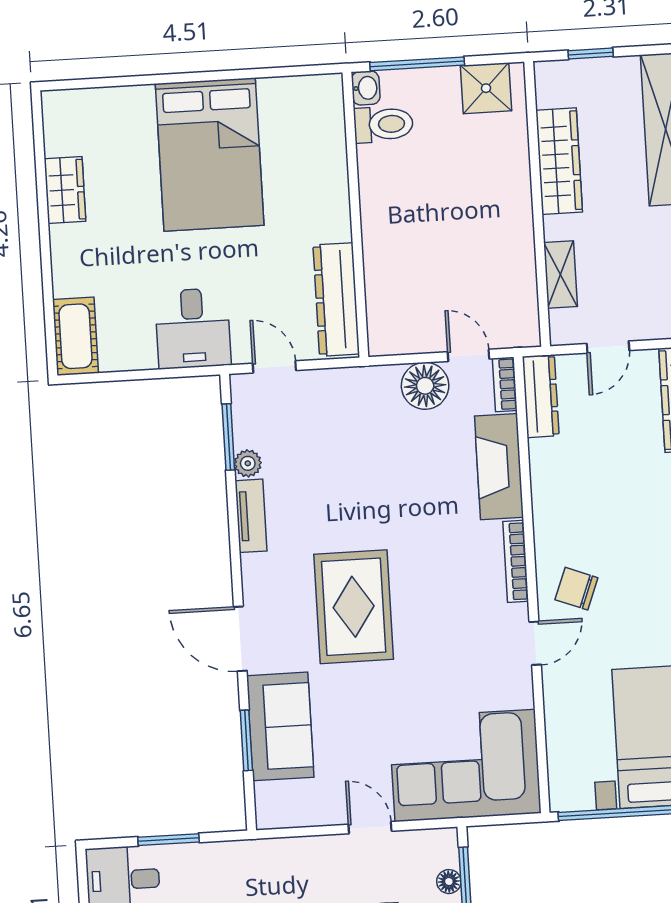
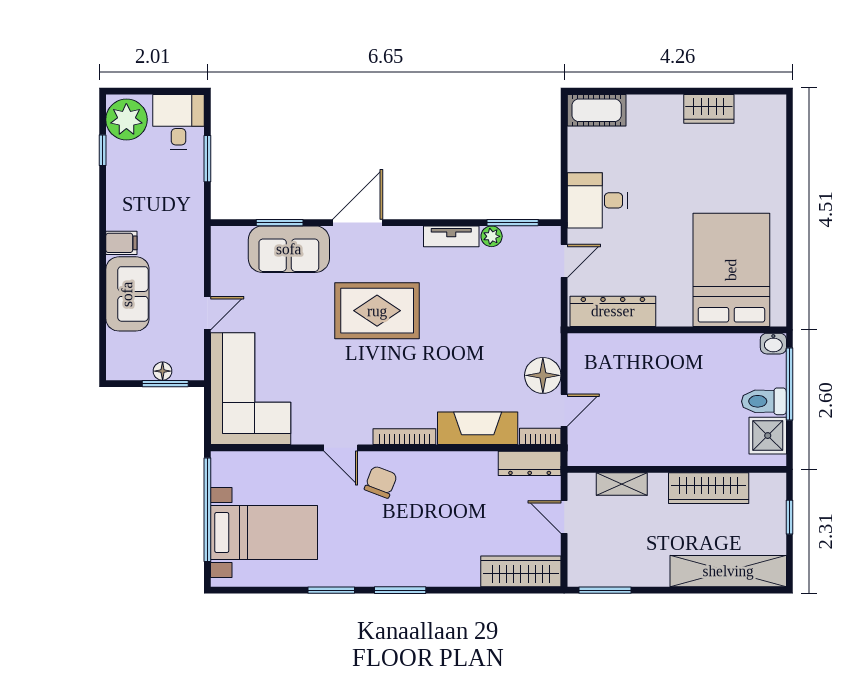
toilet: (383, 124) -> (764, 401), moved, turned 90
bed: (210, 154) -> (731, 270), moved, turned 90

